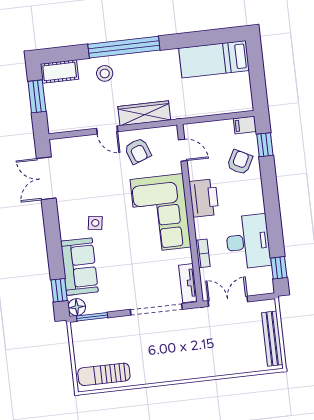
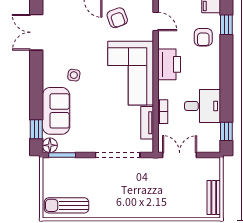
armchair: (240, 162) -> (203, 37), turned 153
desk: (248, 242) -> (202, 106), width x0.73
tv unit: (188, 283) -> (147, 123), moved
bench: (272, 339) -> (214, 197), width x0.73

